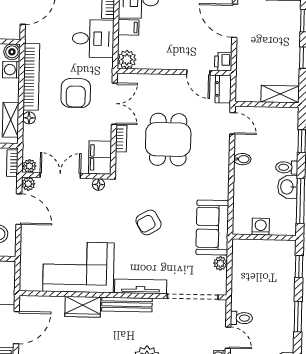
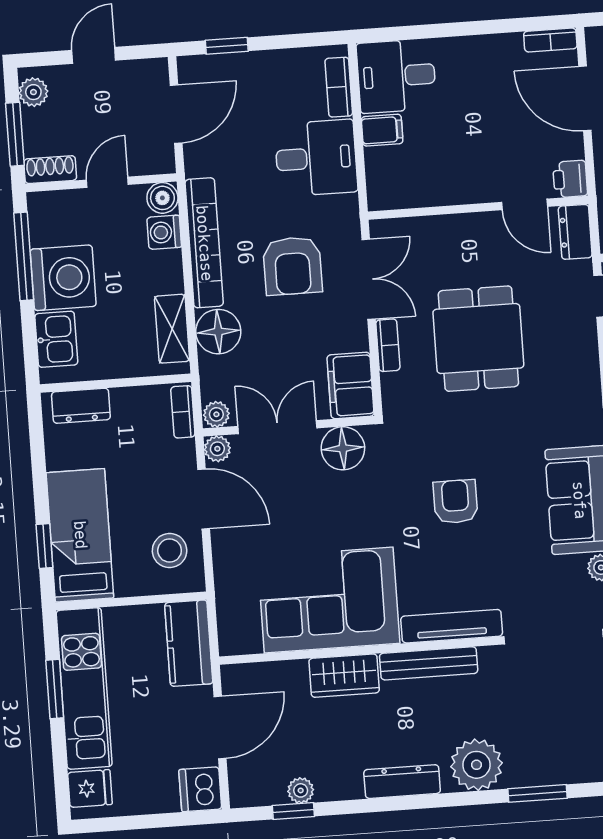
plant: (127, 59) -> (385, 192), removed
floor lamp: (29, 118) -> (218, 332), width x1.89, depth x1.89
floor lamp: (98, 184) -> (343, 448), width x1.89, depth x1.89
armchair: (149, 222) -> (455, 502), turned 120

